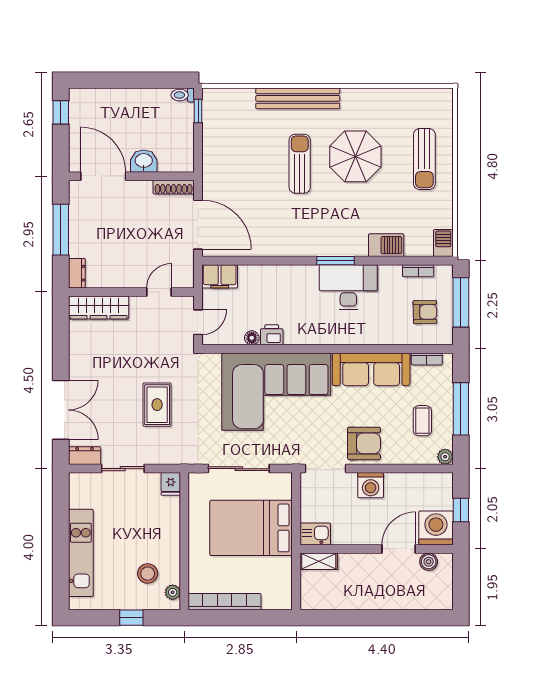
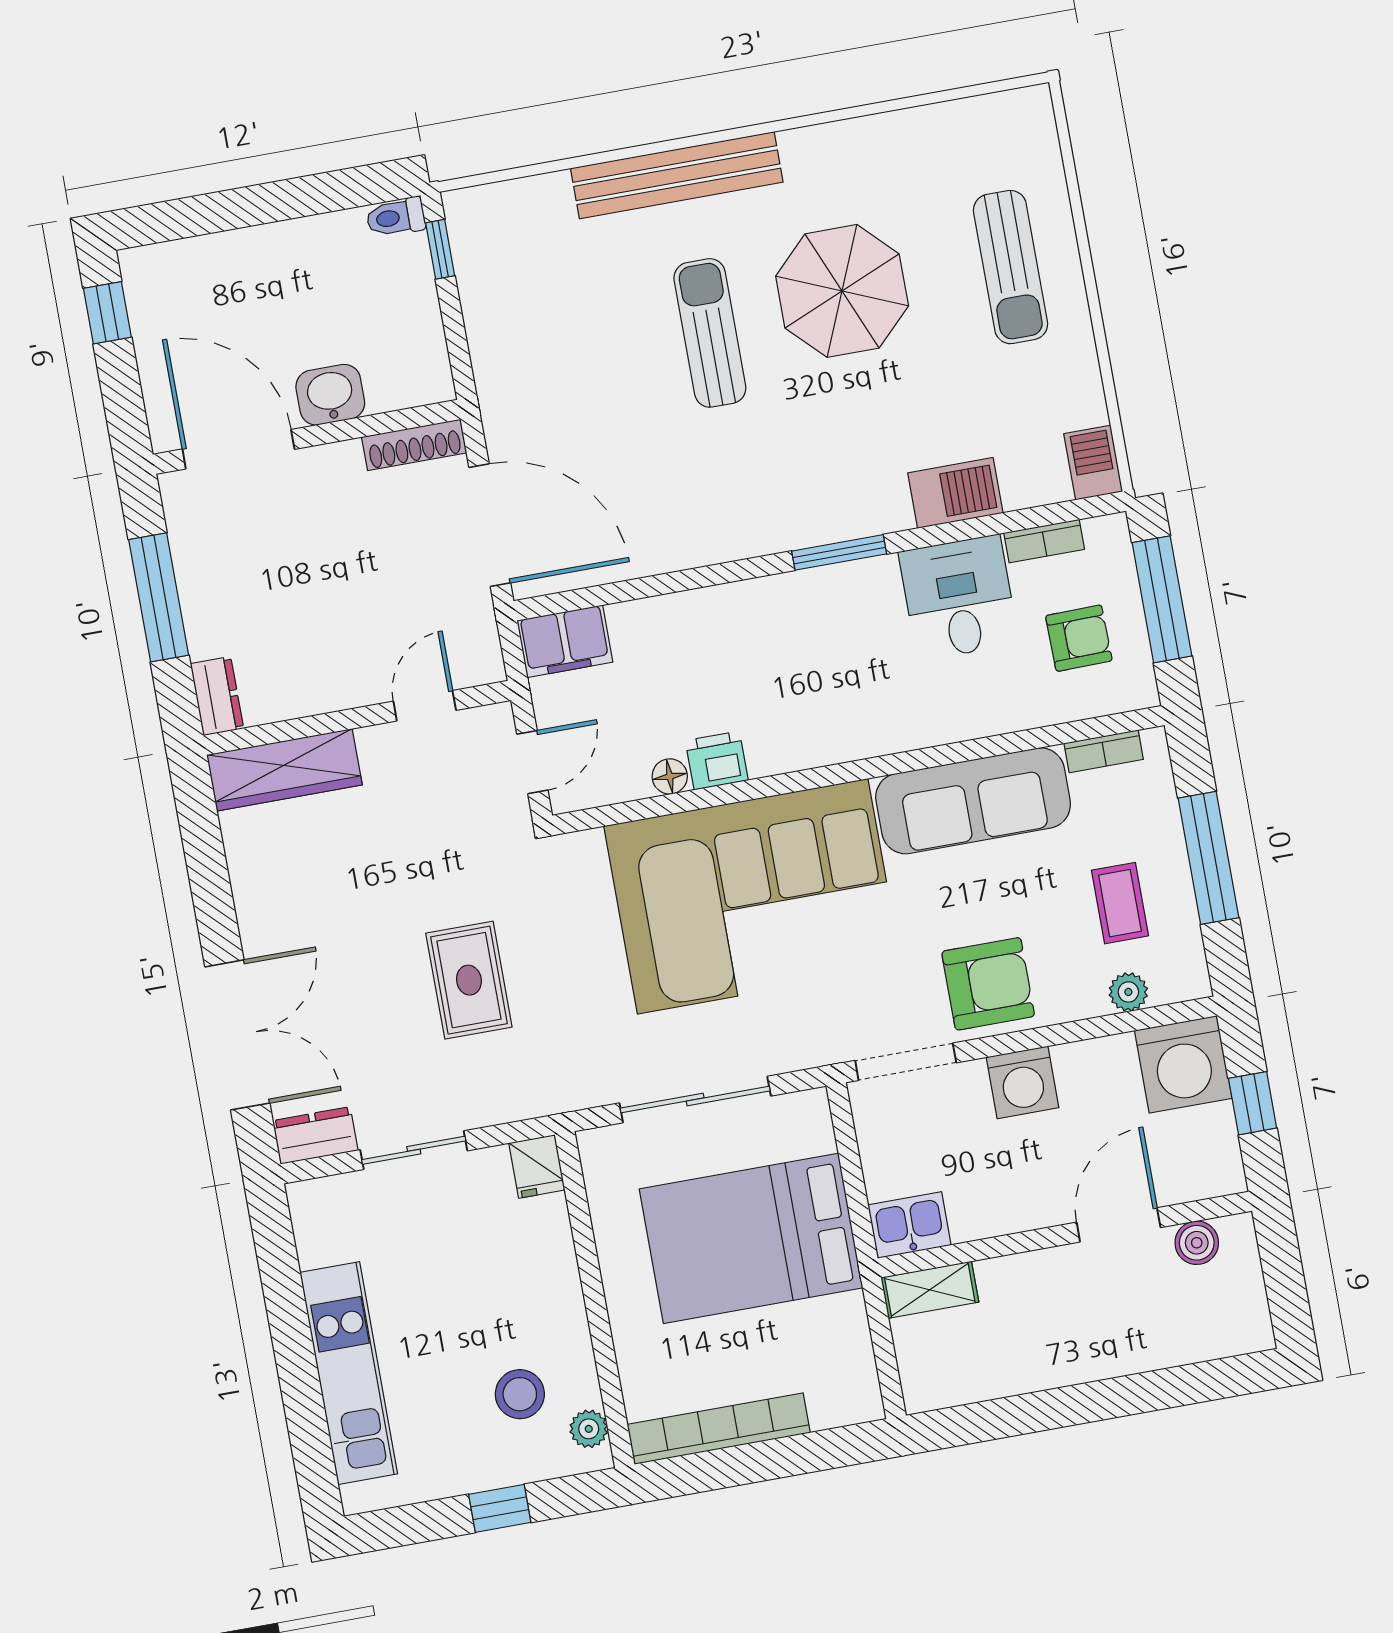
desk: (348, 287) -> (959, 598), moved, width x0.73
plant: (445, 457) -> (1128, 992), moved
washing machine: (436, 528) -> (1183, 1064), moved, turned 180

